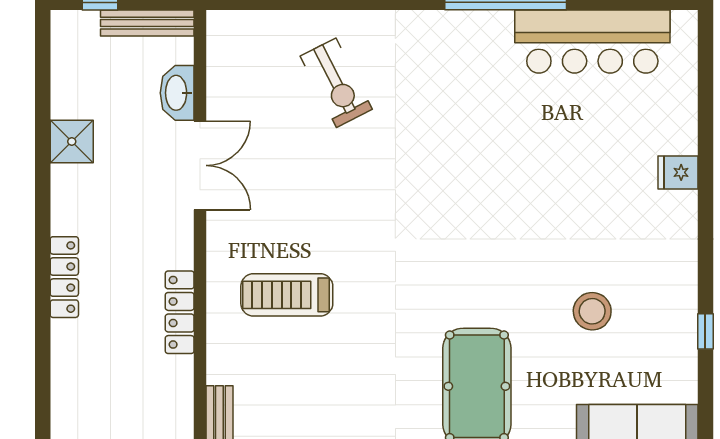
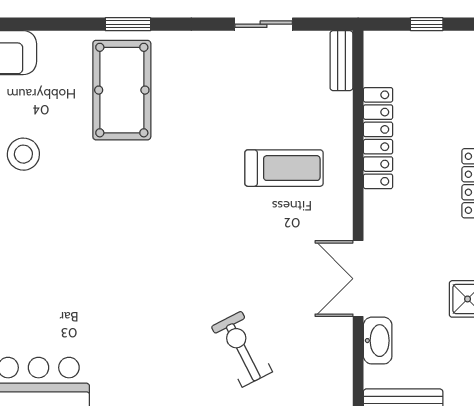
locker: (180, 312) -> (378, 138), width x1.41, depth x1.21

